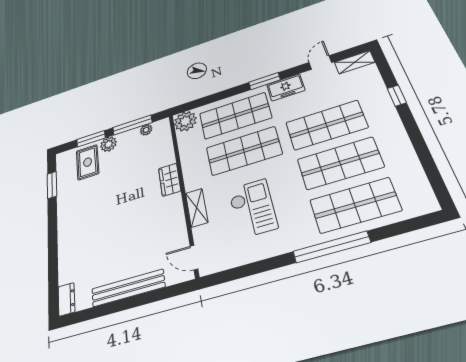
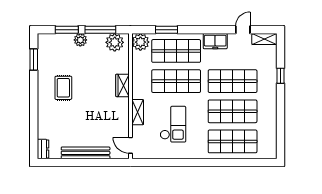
window: (264, 81) -> (167, 30), moved
plant: (146, 130) -> (115, 42), width x1.87, depth x1.87
rug: (88, 162) -> (63, 88), moved
window: (331, 247) -> (212, 163), removed

